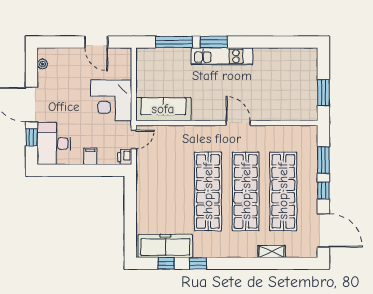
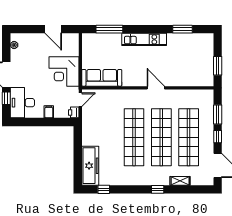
window: (214, 42) -> (183, 29), moved
freezer: (165, 246) -> (90, 166), moved, turned 90
window: (198, 263) -> (158, 189), moved

